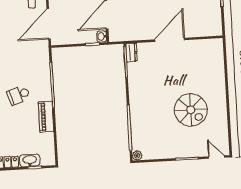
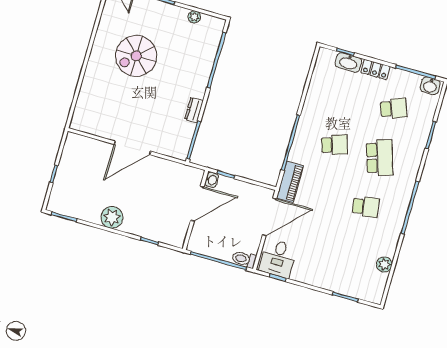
dresser: (131, 52) -> (194, 110), moved
spiral stairs: (191, 110) -> (136, 56), turned -90
piano: (46, 117) -> (290, 182), moved
plant: (137, 156) -> (194, 17), moved

